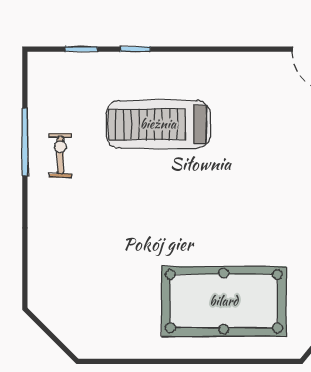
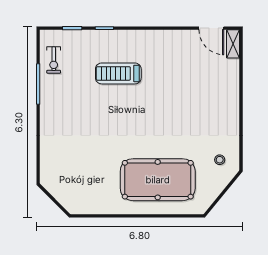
treadmill: (158, 124) -> (118, 73), width x0.73, depth x0.73
exercise bike: (60, 155) -> (54, 60), moved, turned 180

